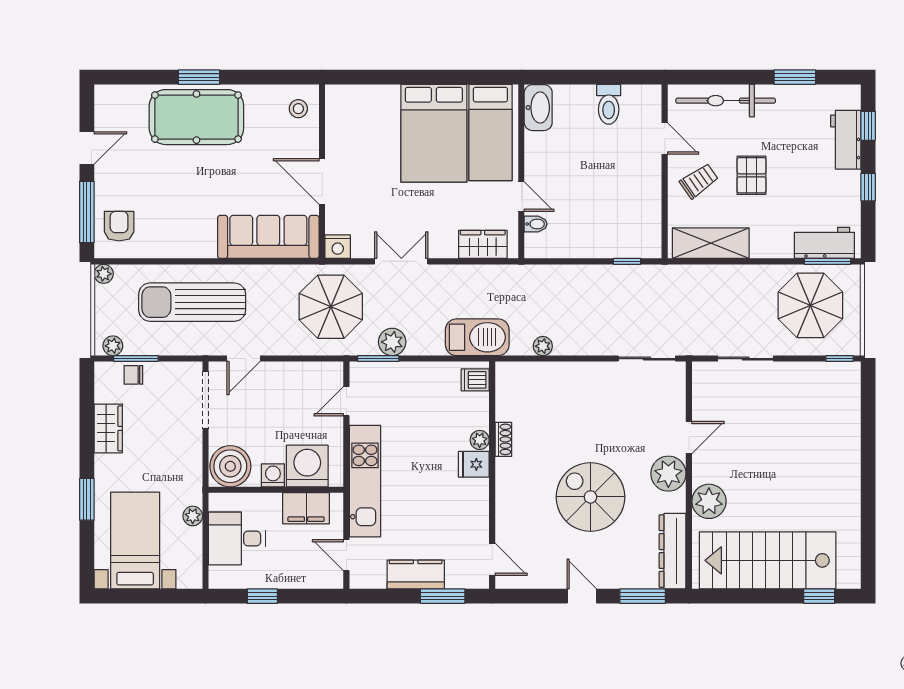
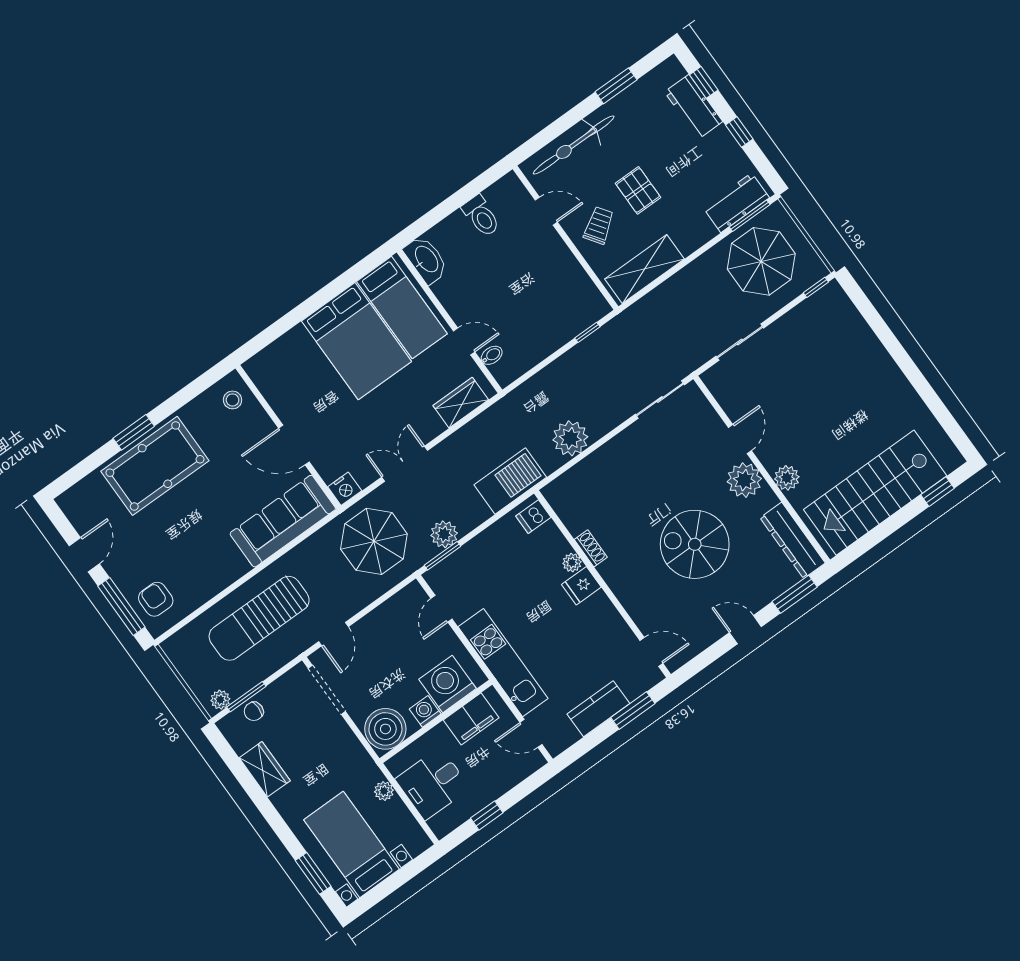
plant: (104, 274) -> (171, 647), removed
plant: (543, 346) -> (570, 438), width x1.87, depth x1.87
window: (87, 499) -> (313, 873), moved
plant: (709, 501) -> (787, 478), width x0.73, depth x0.73

